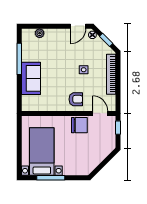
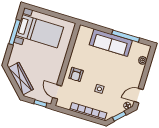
door: (78, 26) -> (139, 96), hinge flipped
sofa: (31, 78) -> (111, 43), width x1.36
door: (100, 113) -> (57, 92), swing flipped
chair: (79, 125) -> (53, 71), removed
wardrobe: (98, 156) -> (21, 79), added

